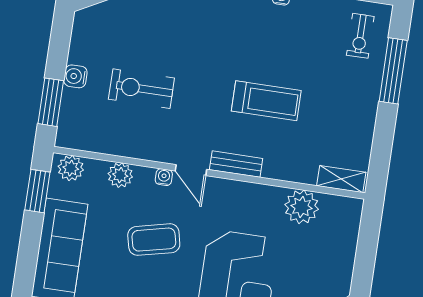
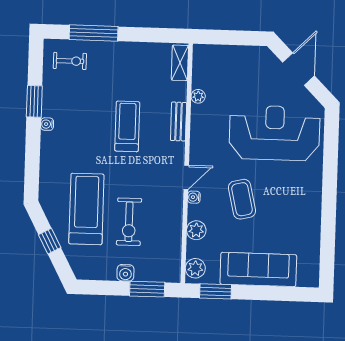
treadmill: (165, 35) -> (86, 209), added
bench: (236, 164) -> (179, 121), moved
plant: (302, 207) -> (198, 96), width x0.53, depth x0.53

